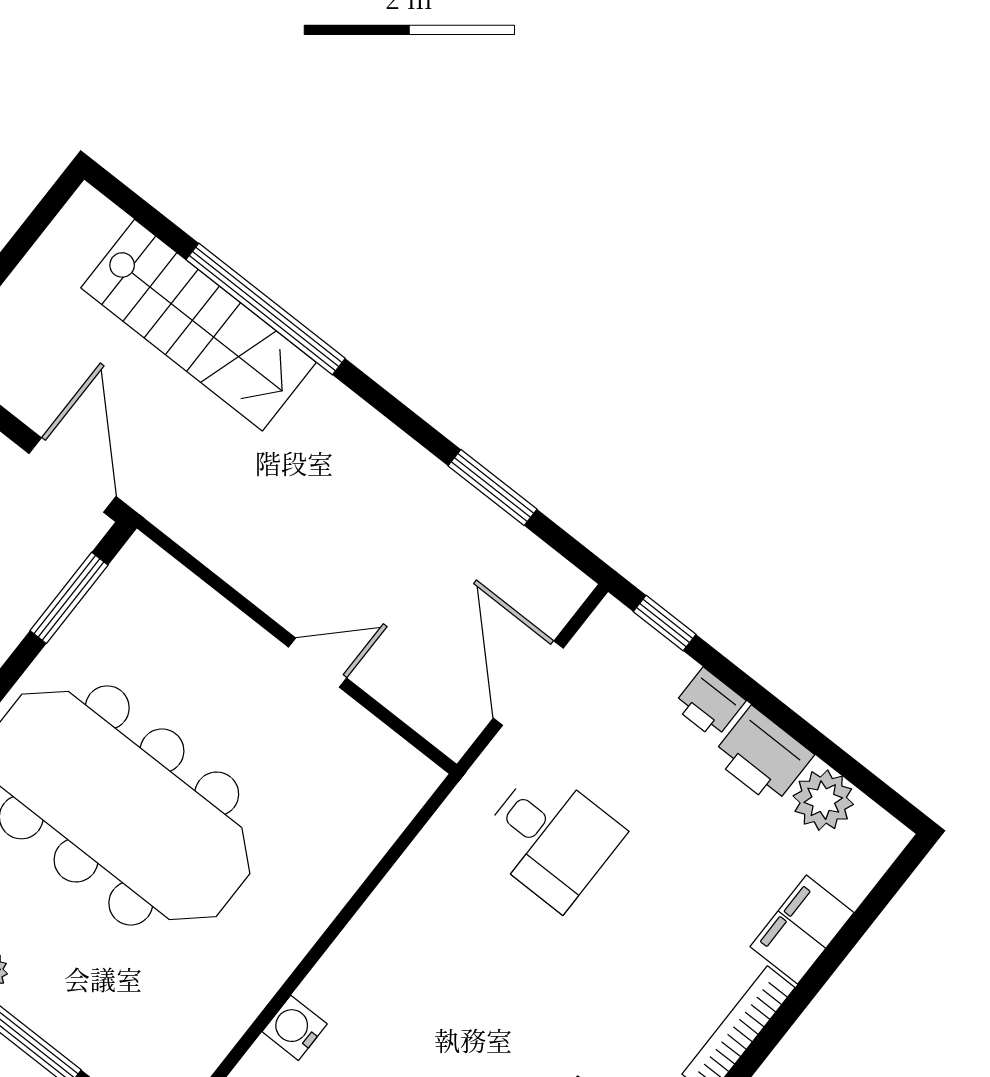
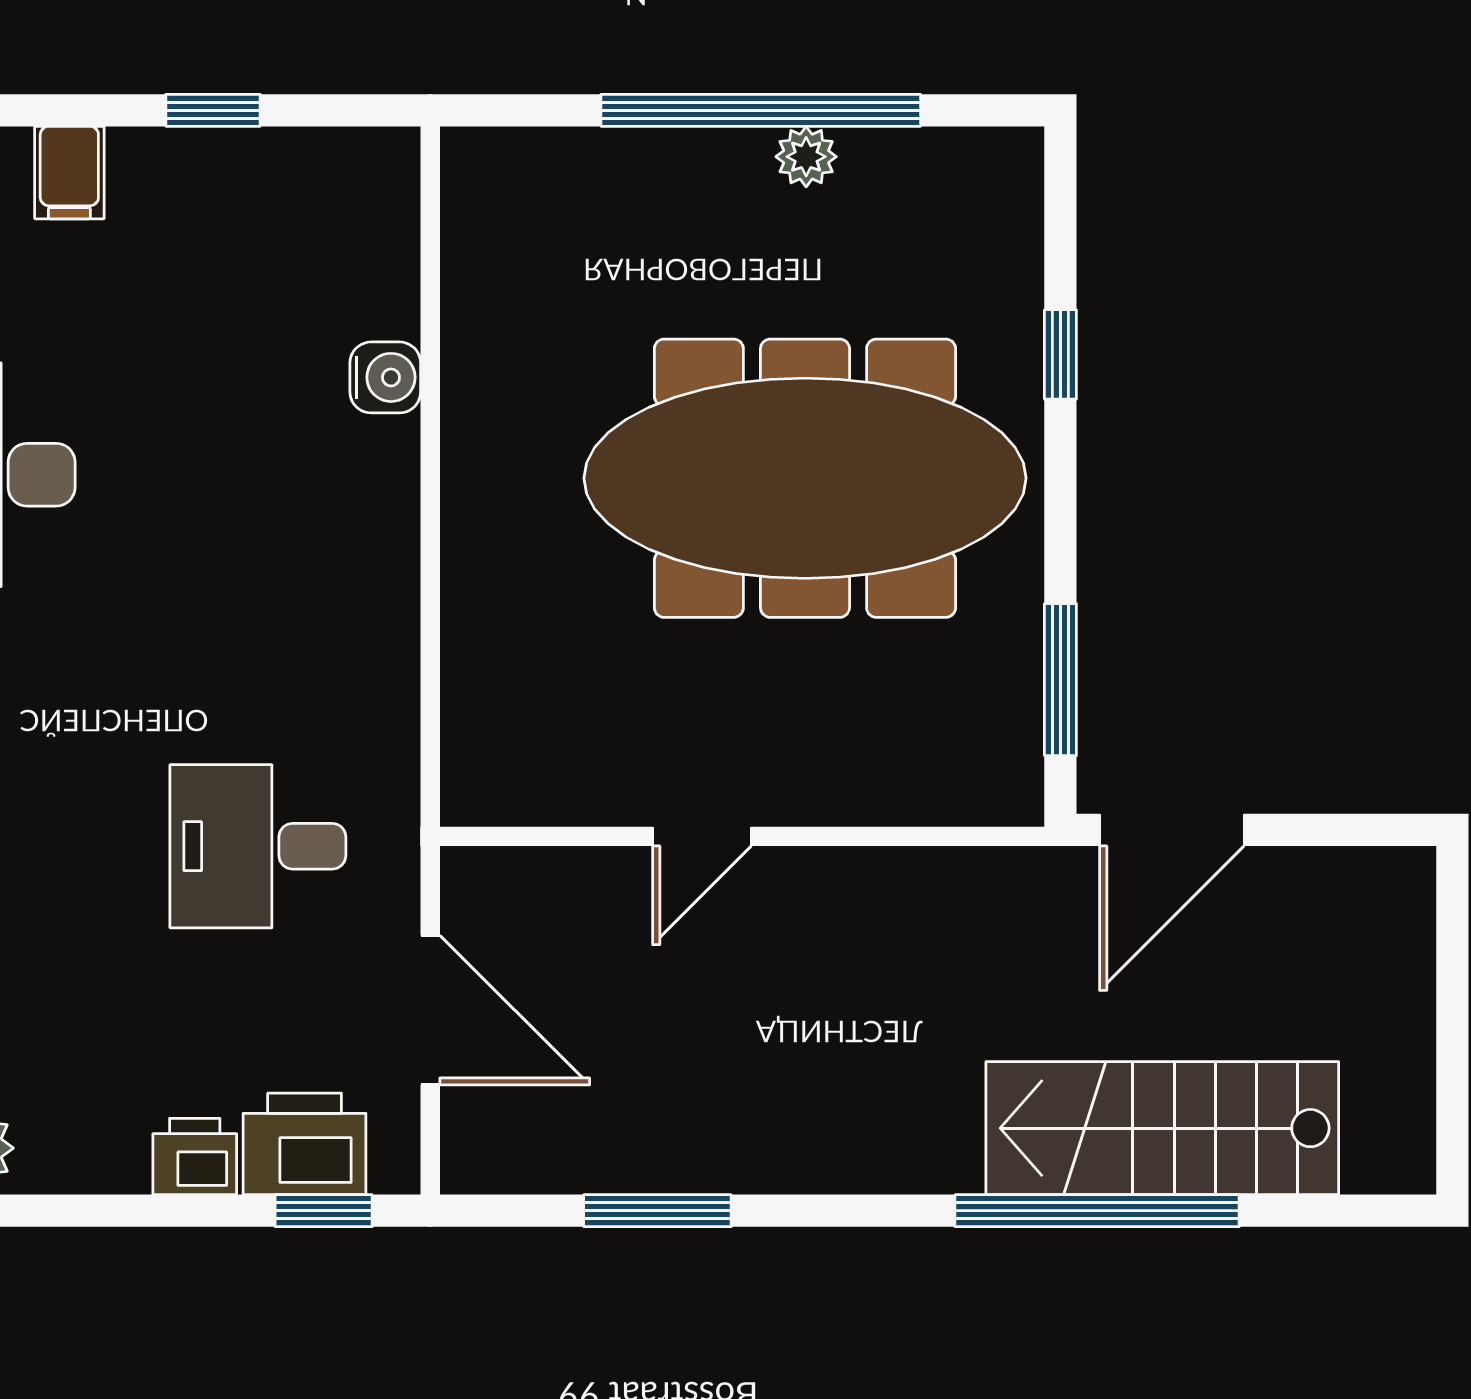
door: (73, 475) -> (1172, 830), hinge flipped
printer: (762, 756) -> (305, 1144), moved

